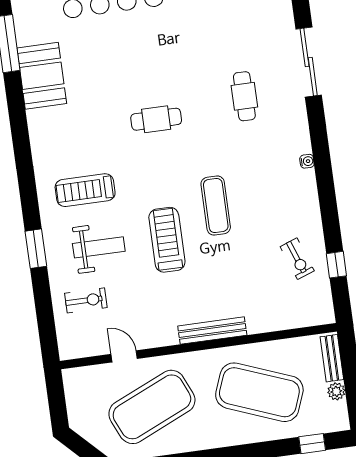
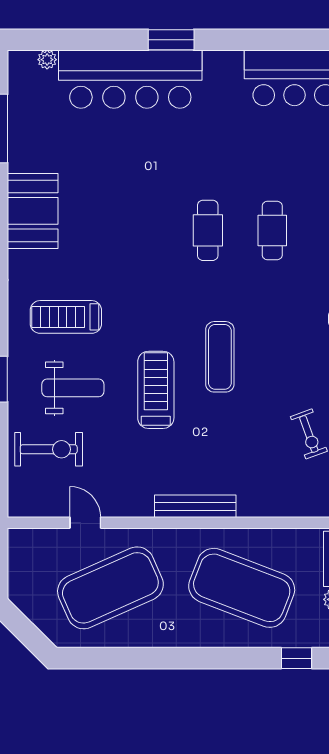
booth: (42, 76) -> (33, 211), moved
cafe table: (156, 119) -> (208, 230), moved, turned 90
exercise bike: (86, 300) -> (49, 449), width x1.38, depth x1.39

